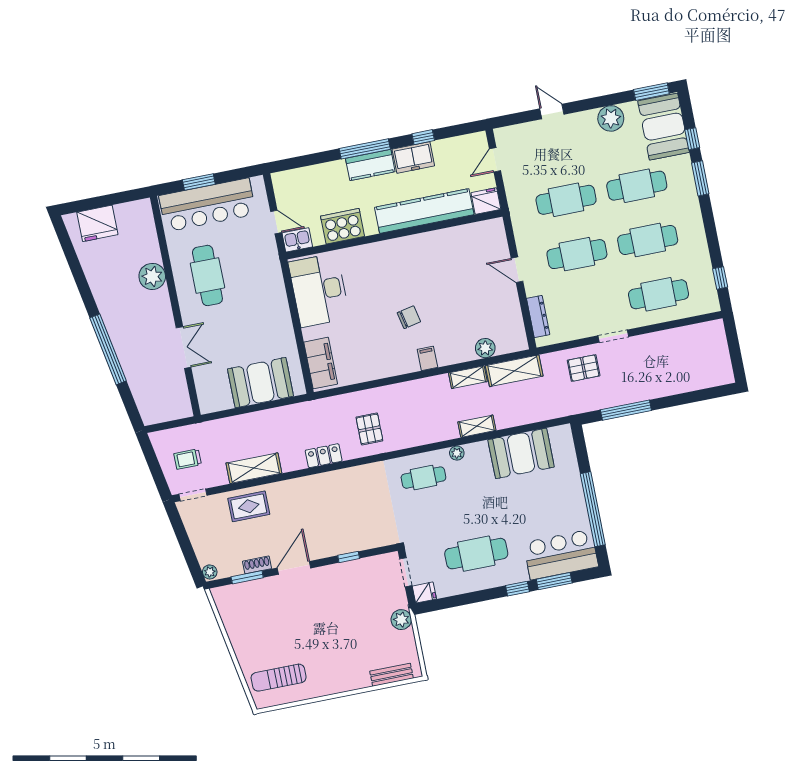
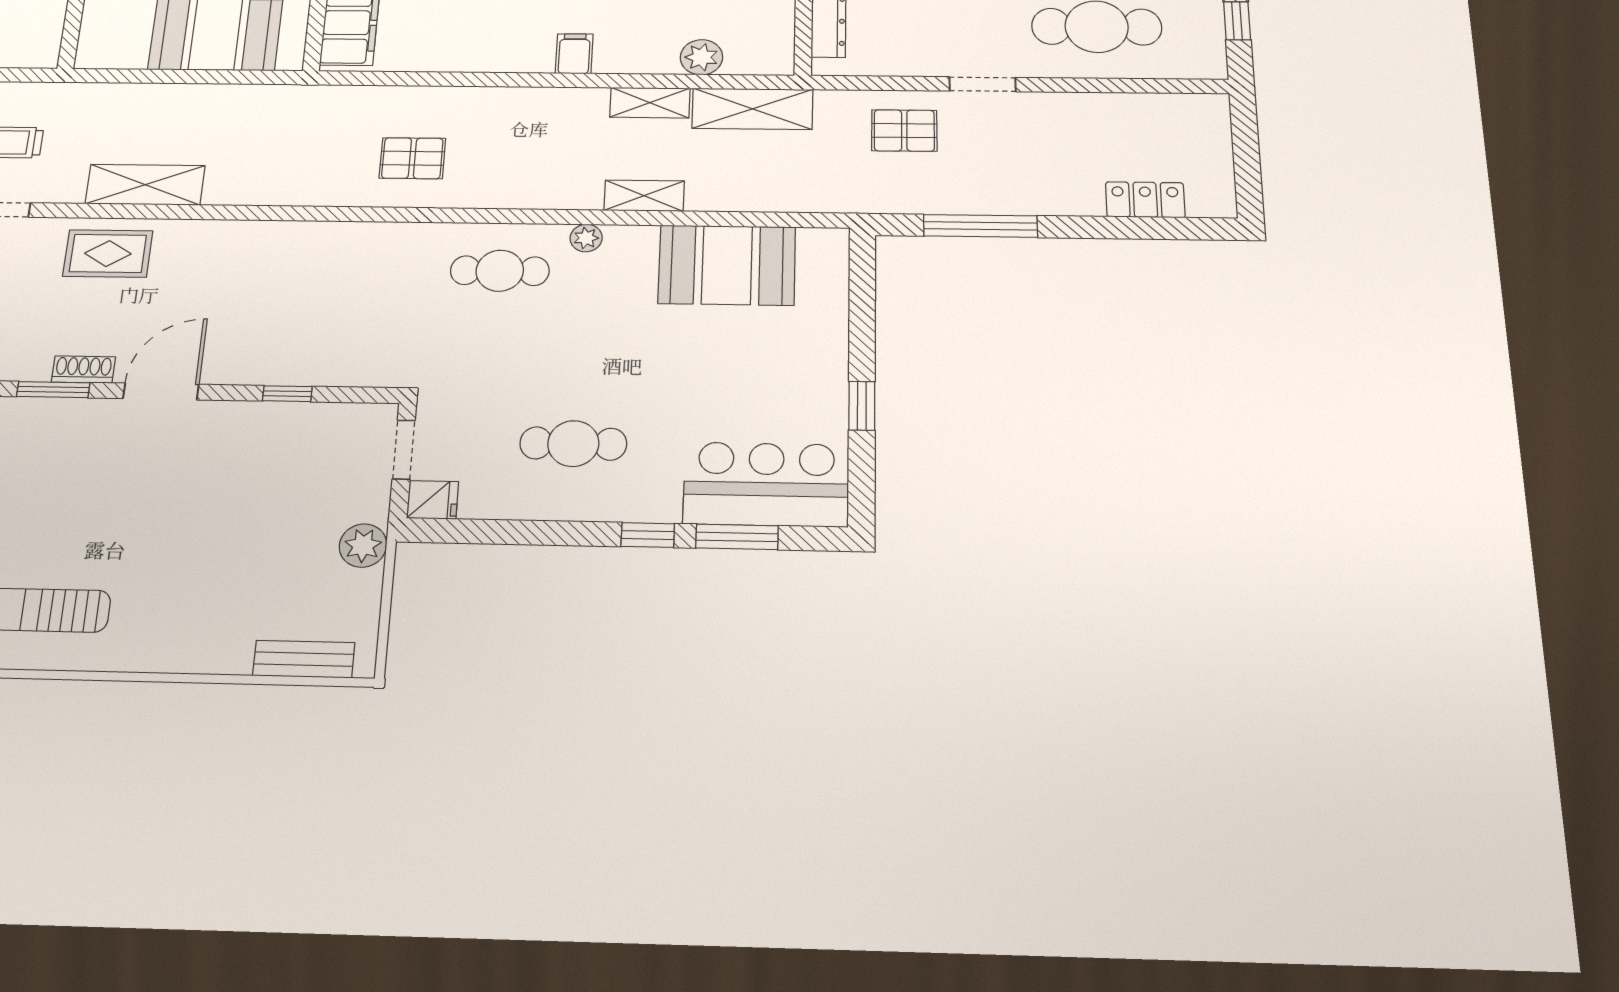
pallet: (369, 429) -> (412, 158), turned 90
locker: (324, 456) -> (1145, 200), moved
window: (593, 509) -> (862, 406), width x0.32
cafe table: (476, 554) -> (573, 444), width x0.73, depth x0.74

